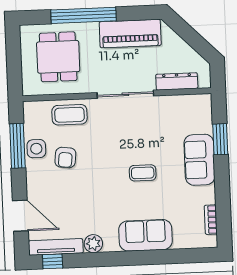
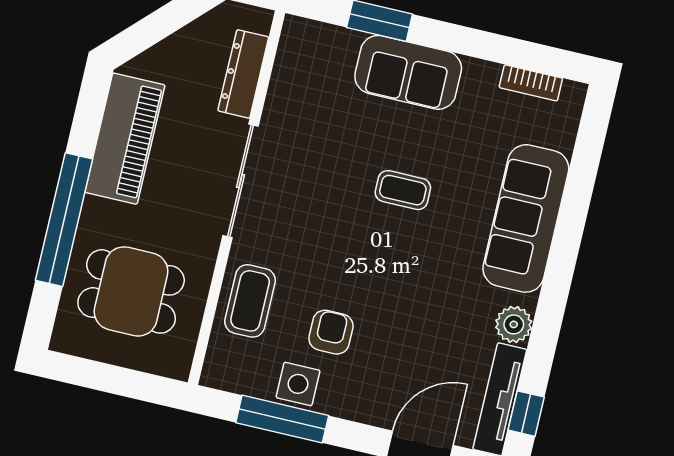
armchair: (65, 158) -> (331, 332), turned -97
coffee table: (143, 173) -> (403, 190), turned 90
sofa: (145, 235) -> (526, 218), width x1.36

